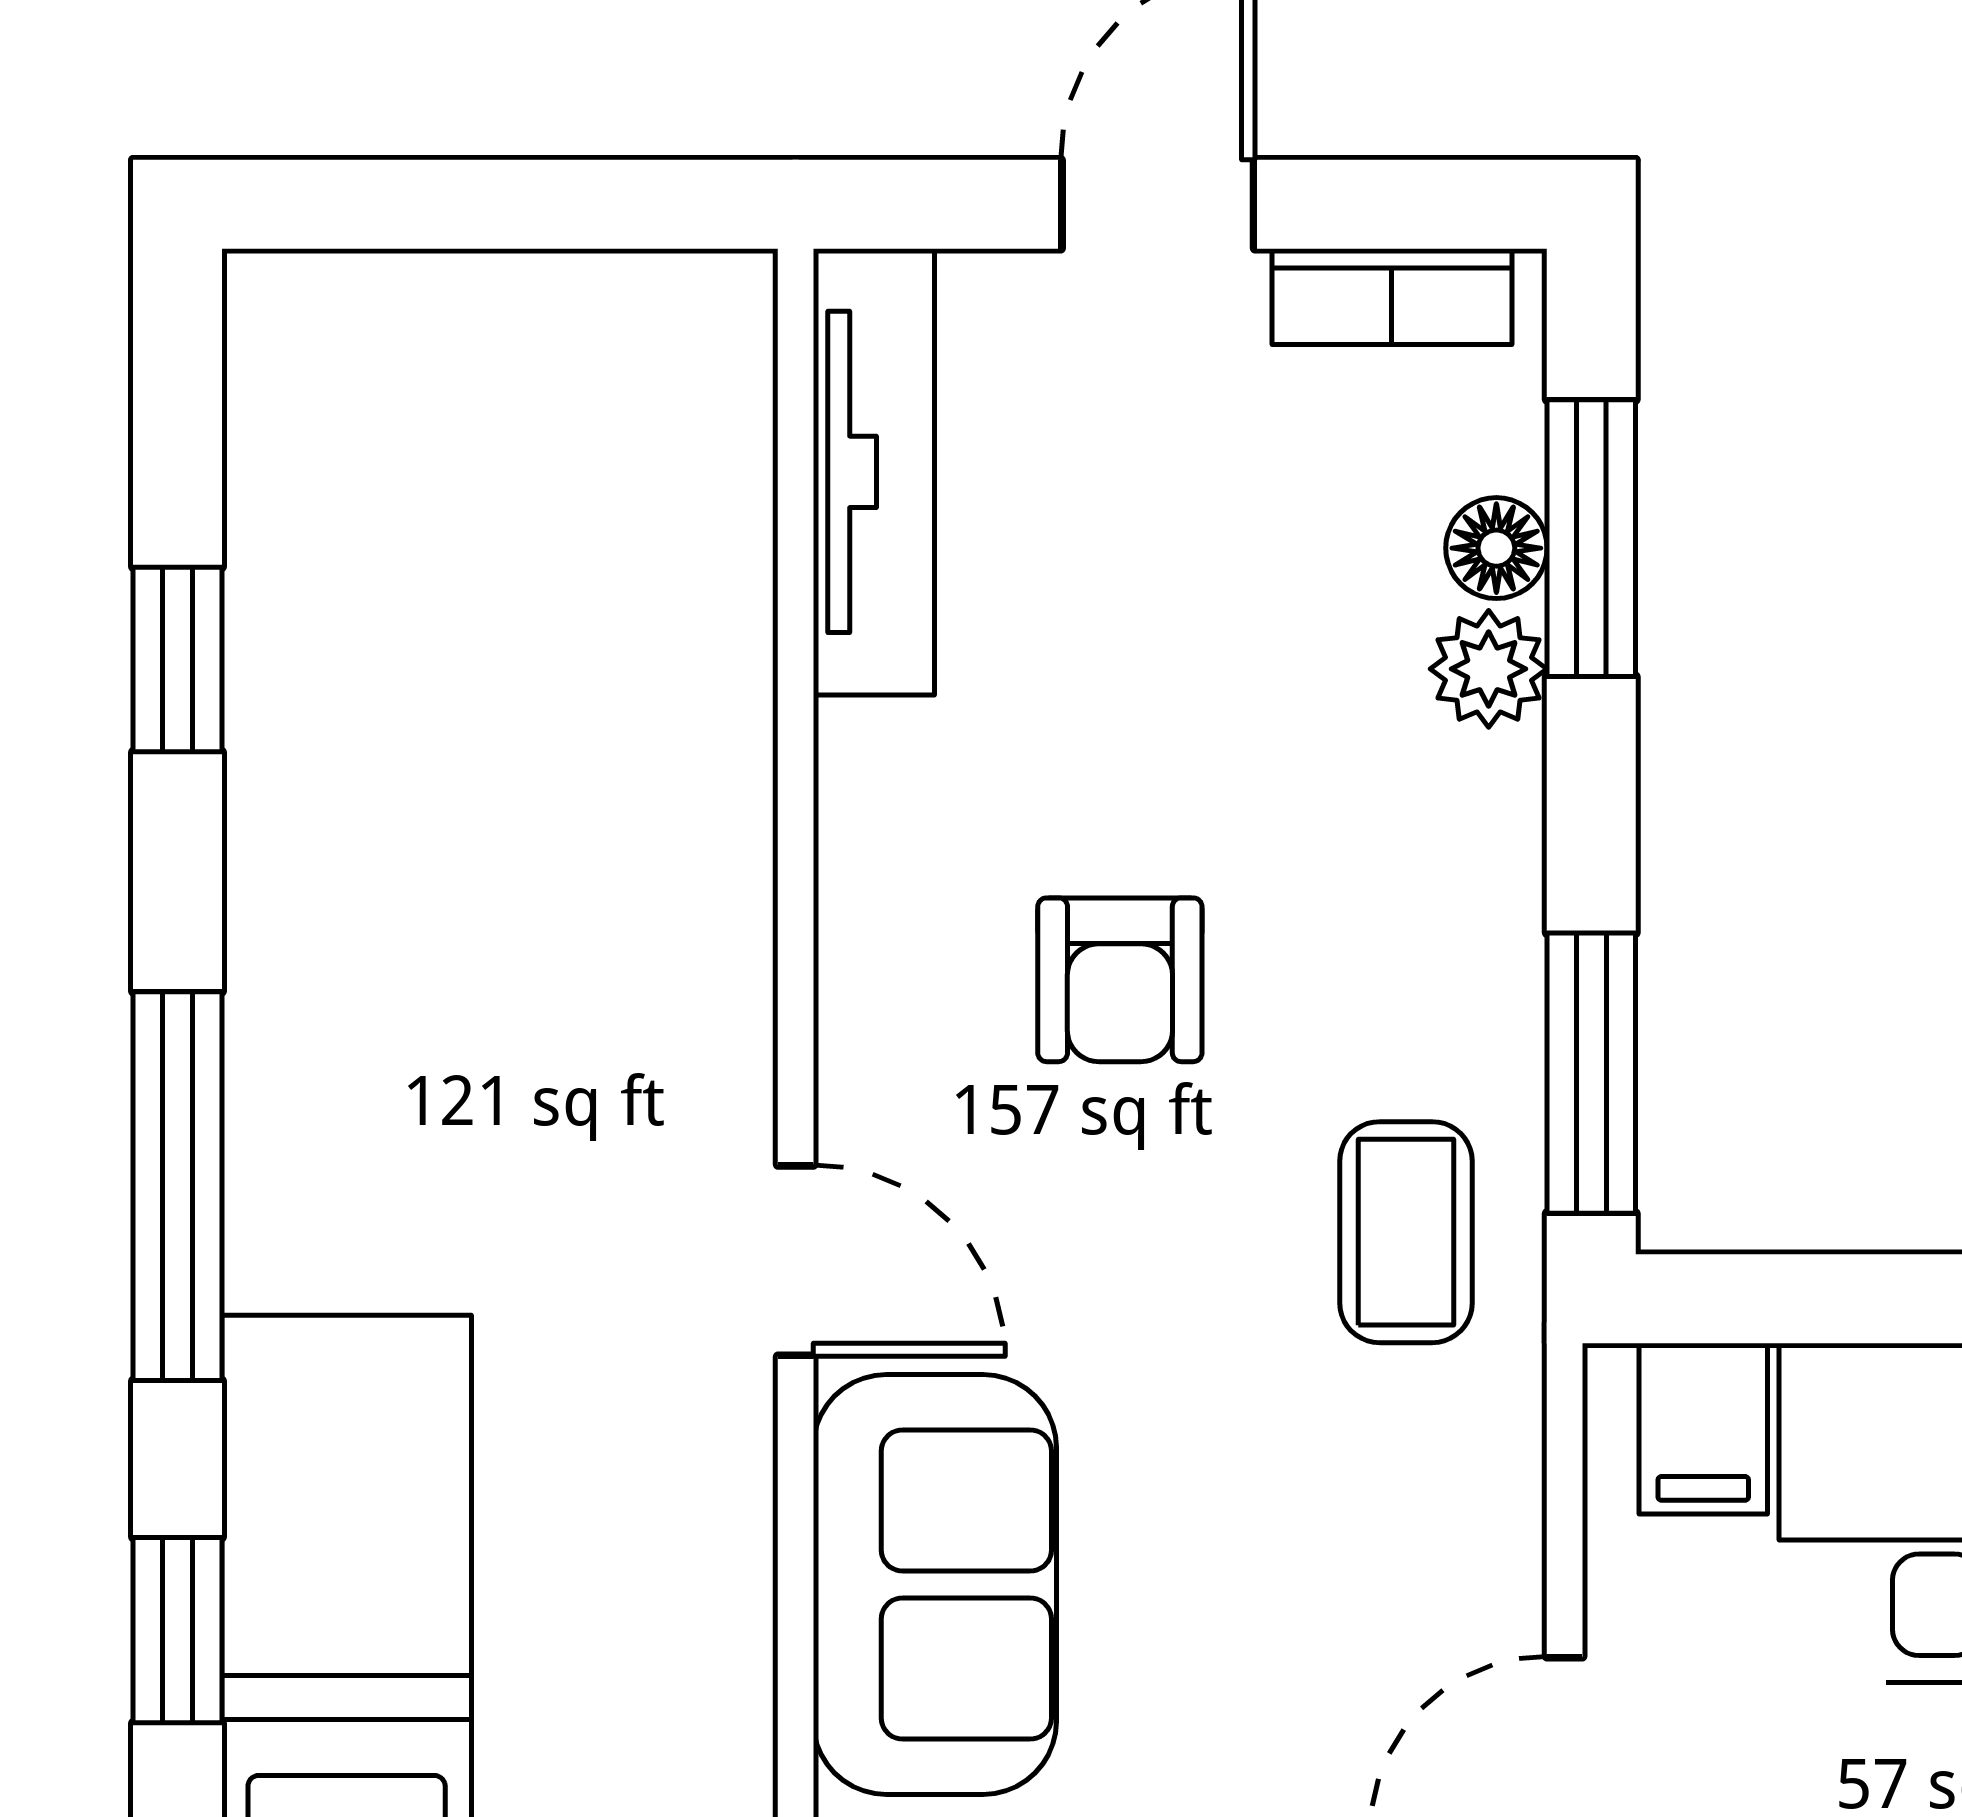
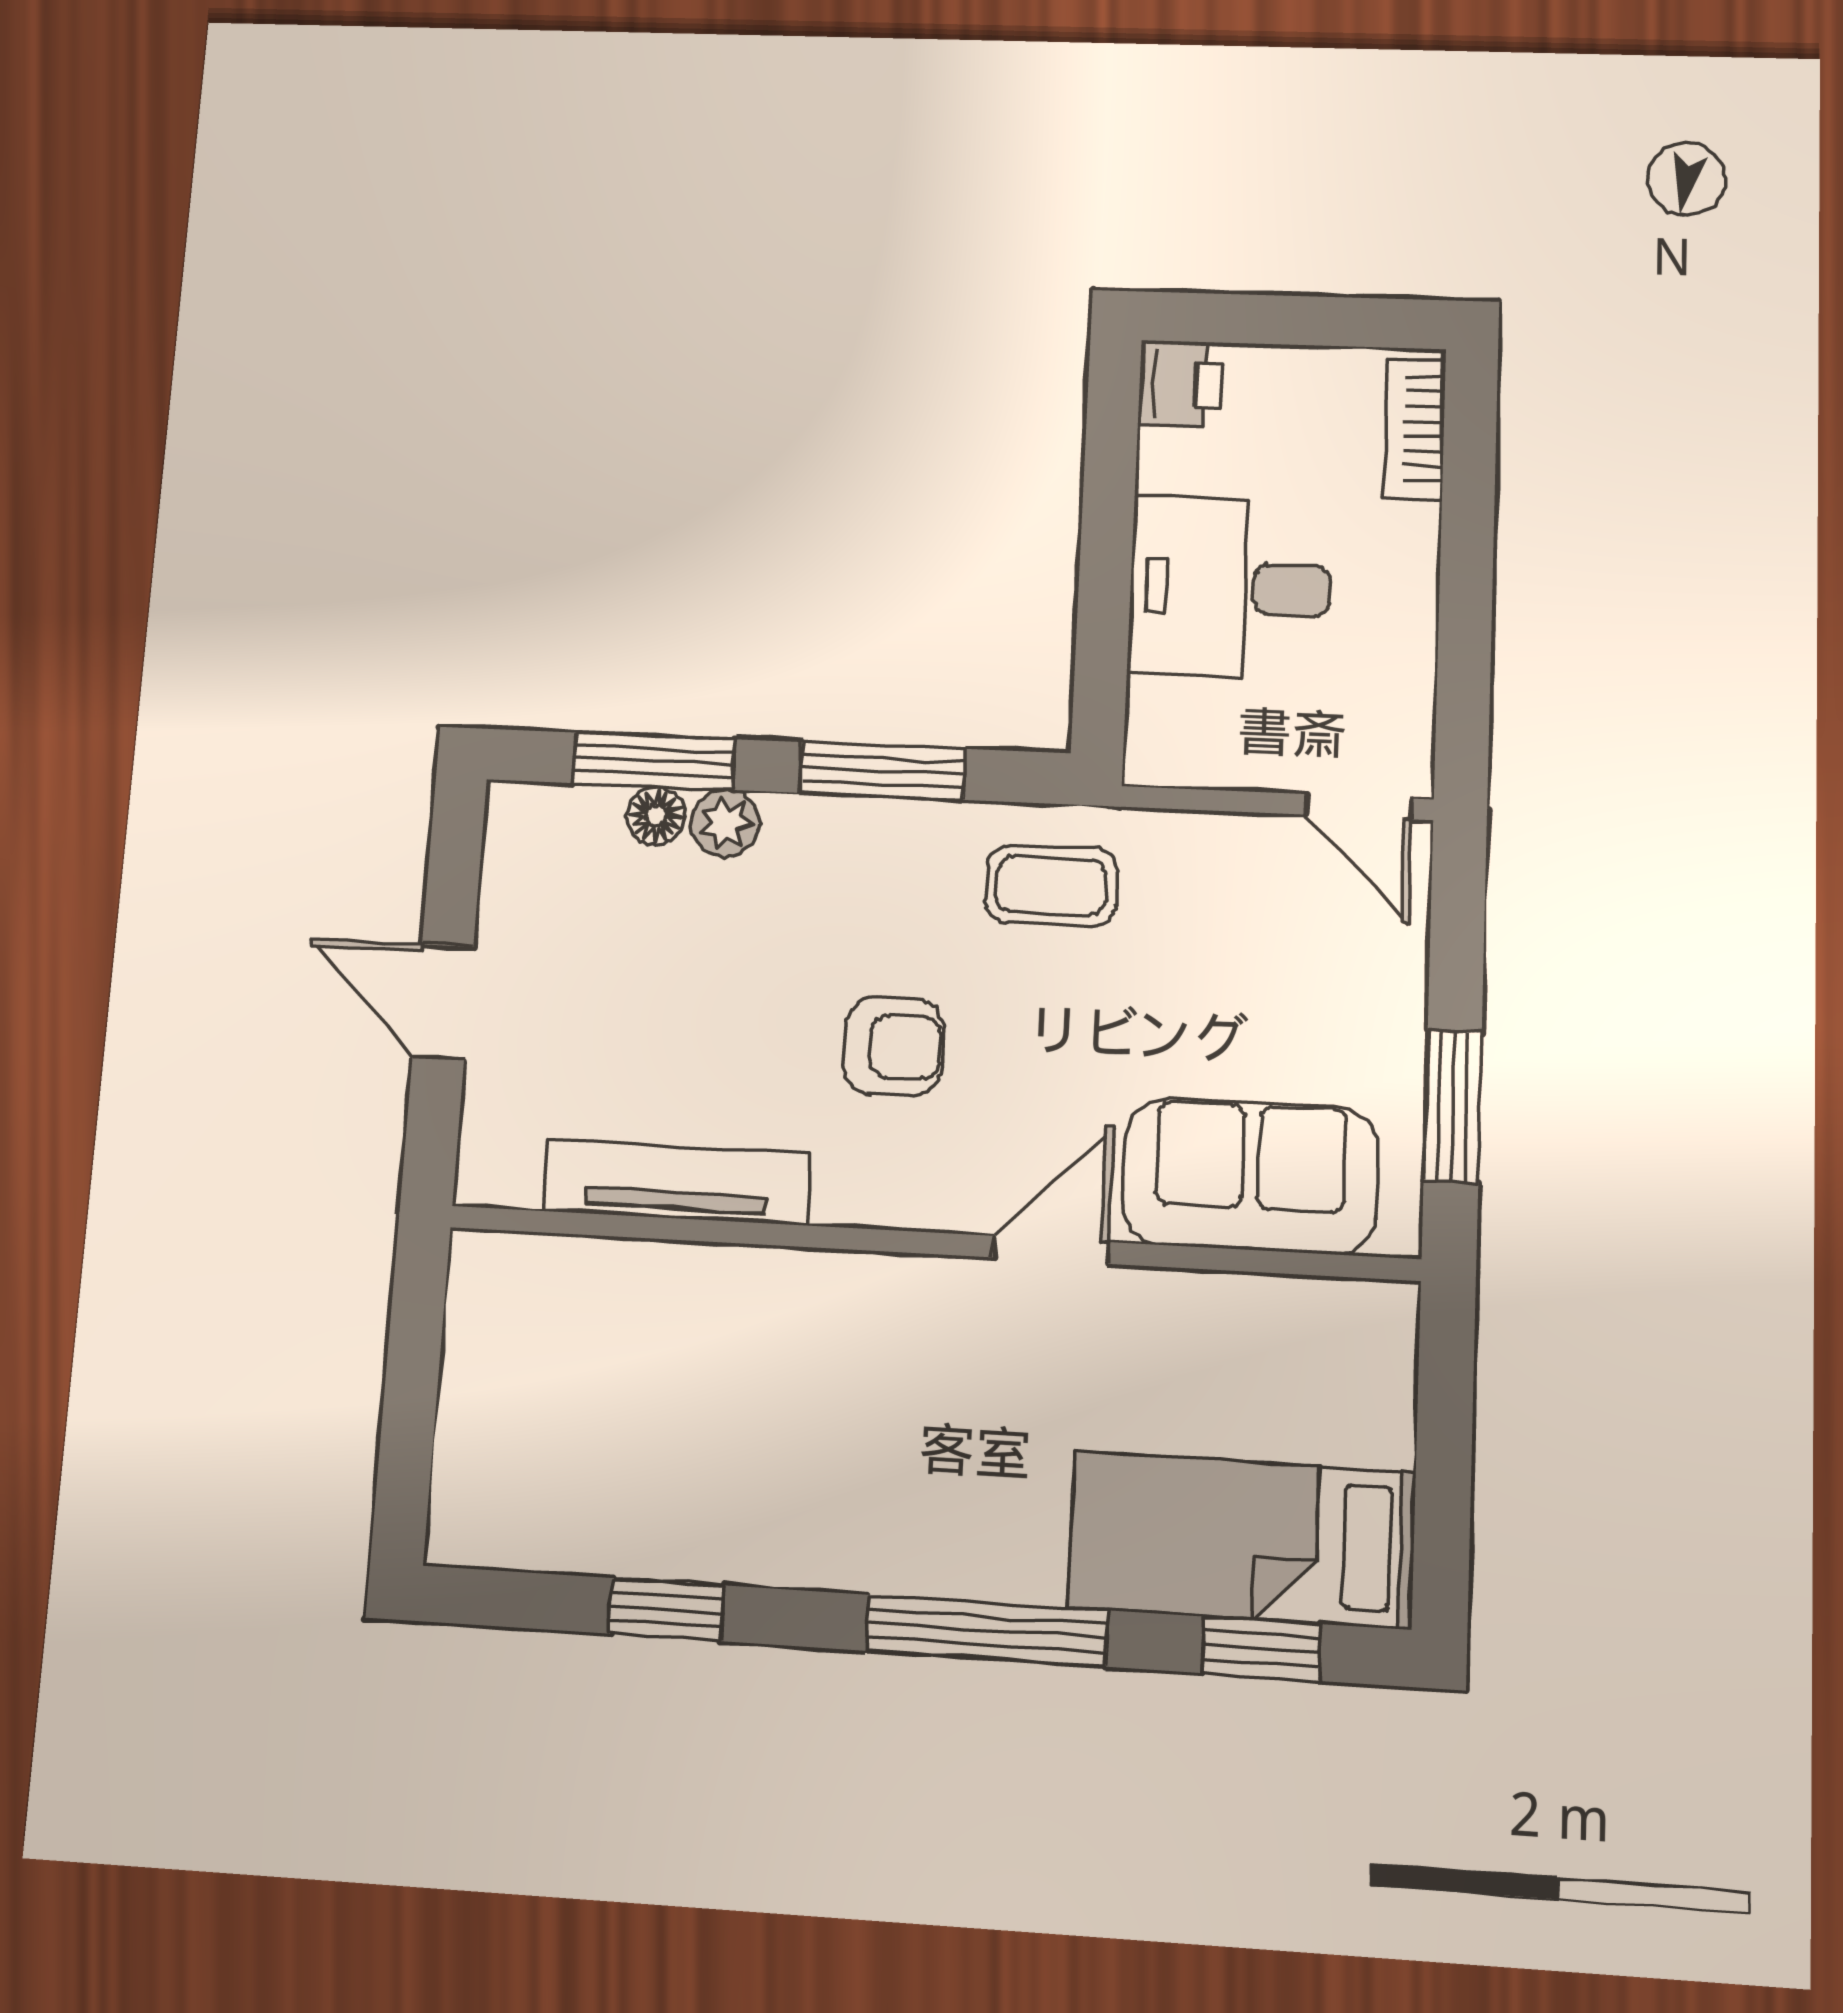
bookcase: (1392, 297) -> (507, 869), removed
tv unit: (874, 472) -> (676, 1182), moved
window: (1591, 1073) -> (883, 771), moved
filing cabinet: (1703, 1429) -> (1175, 719), removed

